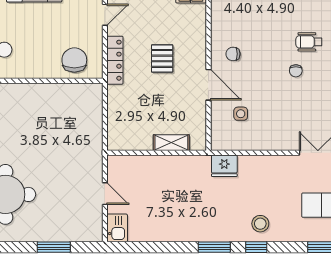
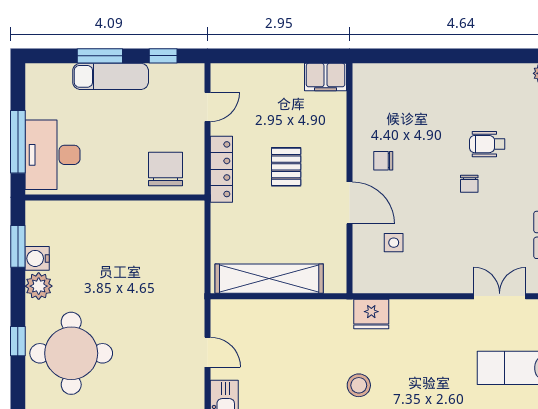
shelving: (171, 143) -> (269, 279), width x2.20, depth x1.33
stool: (260, 224) -> (359, 385), moved

